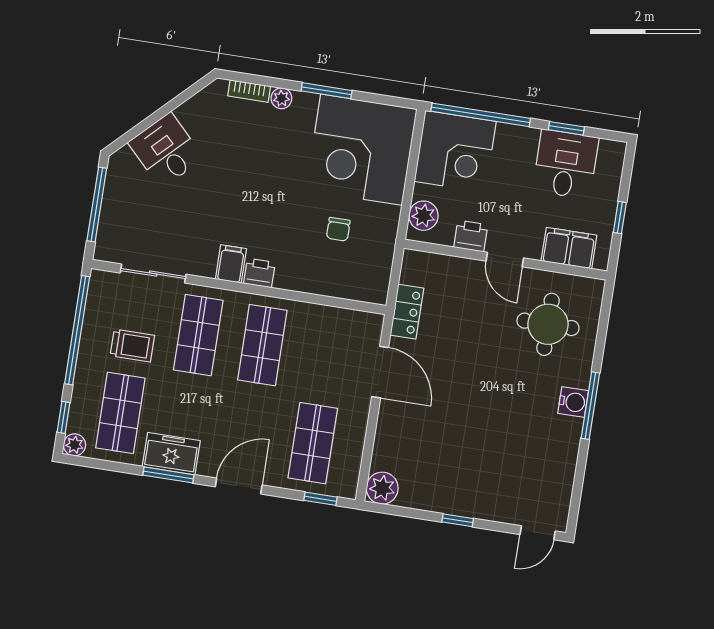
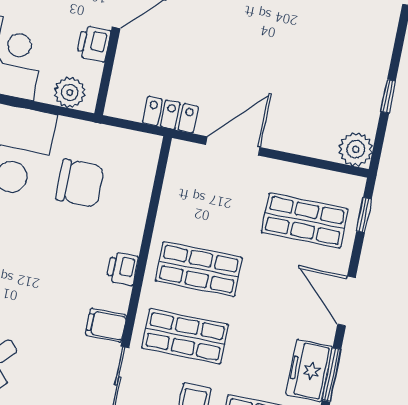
chair: (338, 229) -> (80, 183), width x1.87, depth x1.87
filing cabinet: (231, 264) -> (106, 325), moved
window: (458, 520) -> (388, 96), moved

